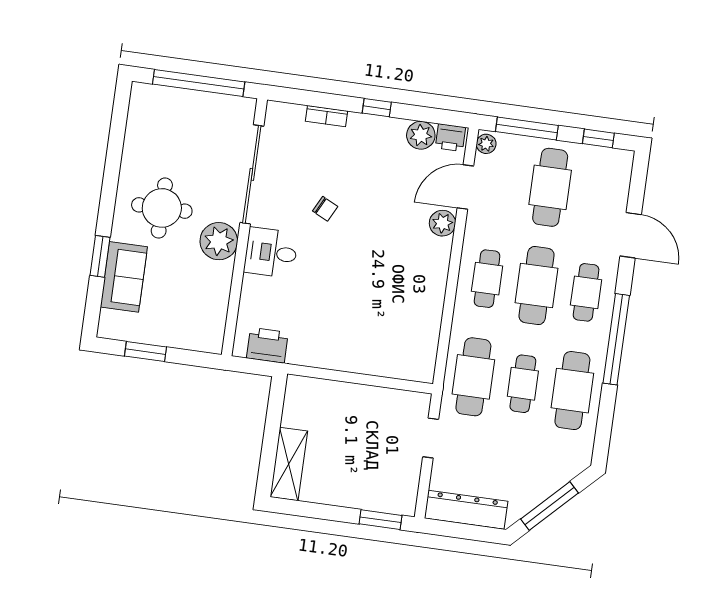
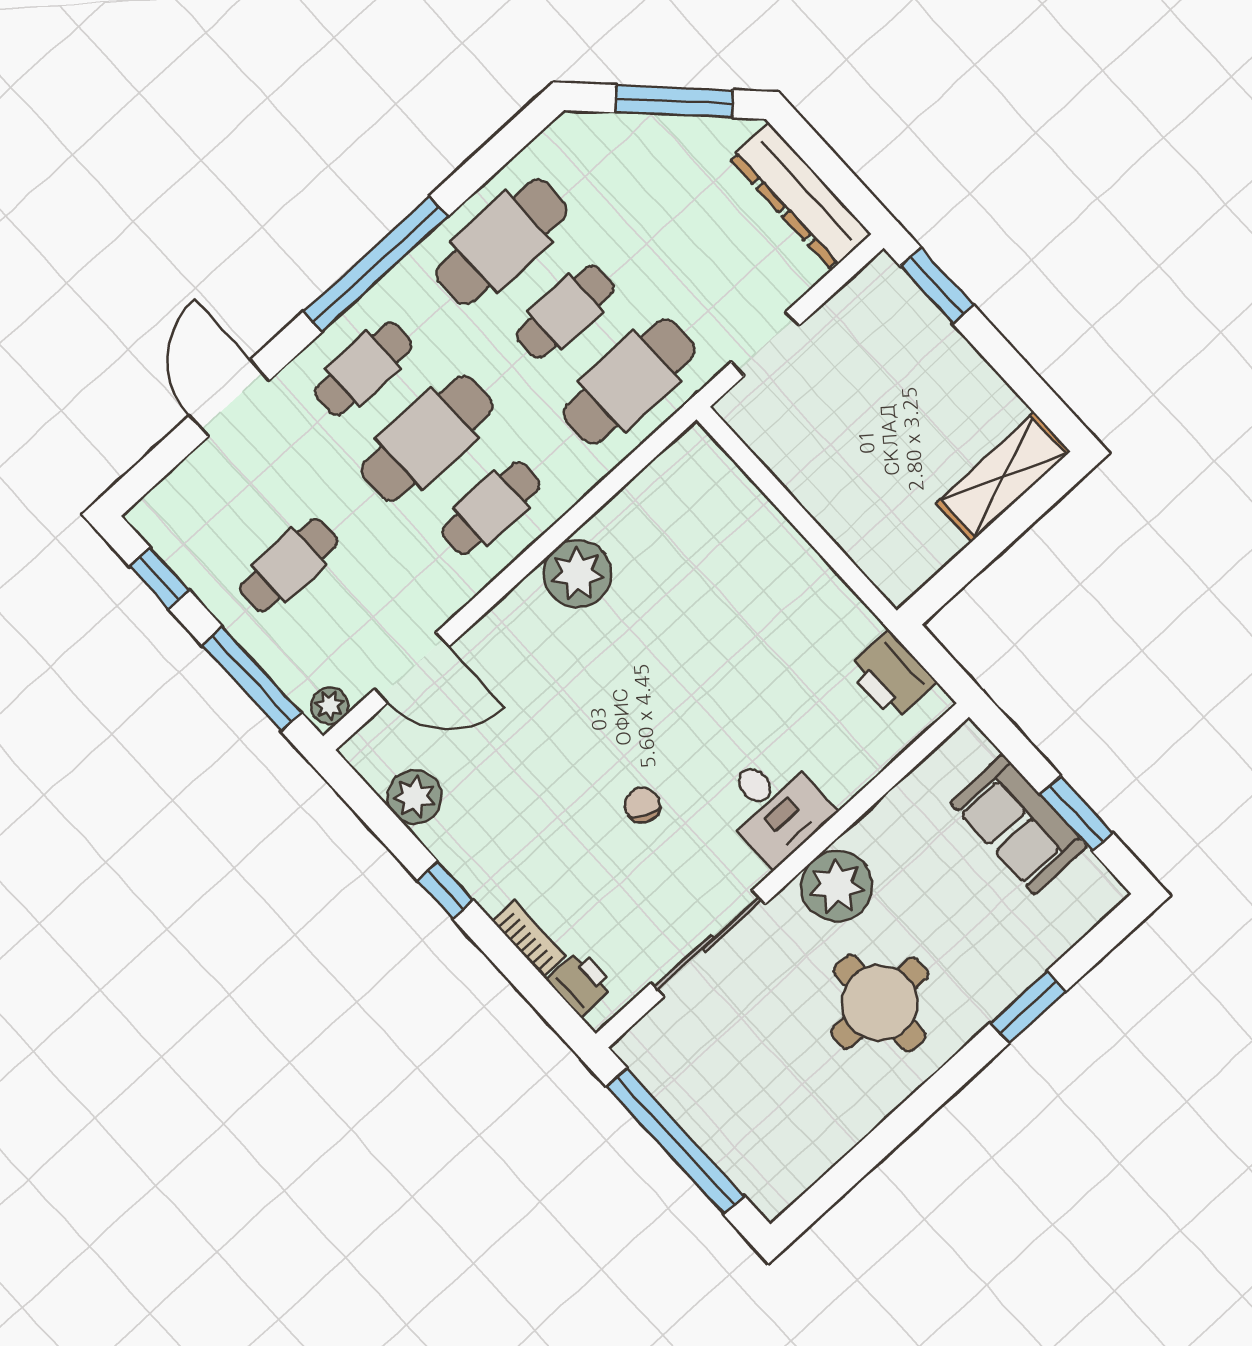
printer: (450, 138) -> (581, 983), moved
sliding door: (252, 174) -> (708, 944), width x0.73
cafe table: (550, 187) -> (289, 565), width x0.73, depth x0.74
plant: (442, 223) -> (577, 574), moved, width x1.36, depth x1.36
sofa: (124, 277) -> (1018, 824), moved, turned -90

